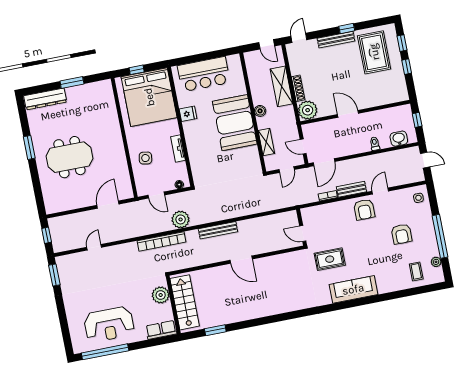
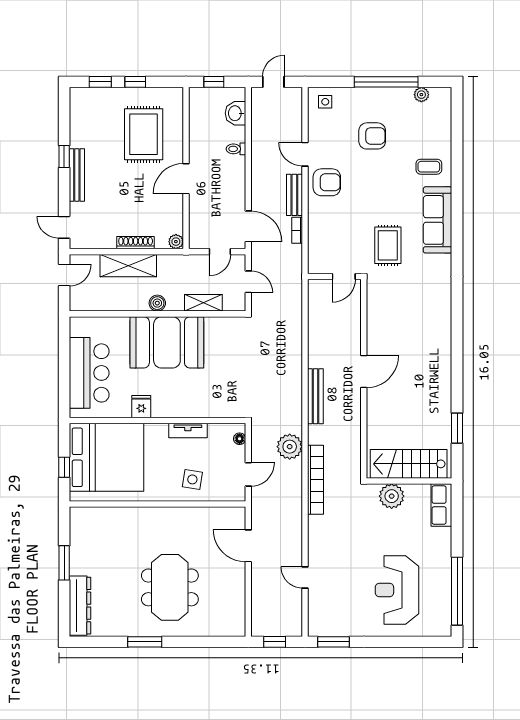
rug: (374, 52) -> (144, 134), moved, turned 90
plant: (308, 110) -> (176, 242), width x0.53, depth x0.53
coffee table: (416, 271) -> (429, 167), moved
reception desk: (109, 324) -> (397, 590), moved, turned 180

